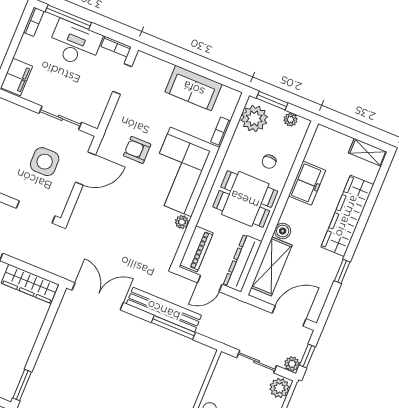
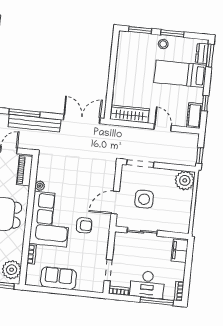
double door: (98, 296) -> (82, 119), swing flipped
window: (22, 385) -> (115, 44), removed

